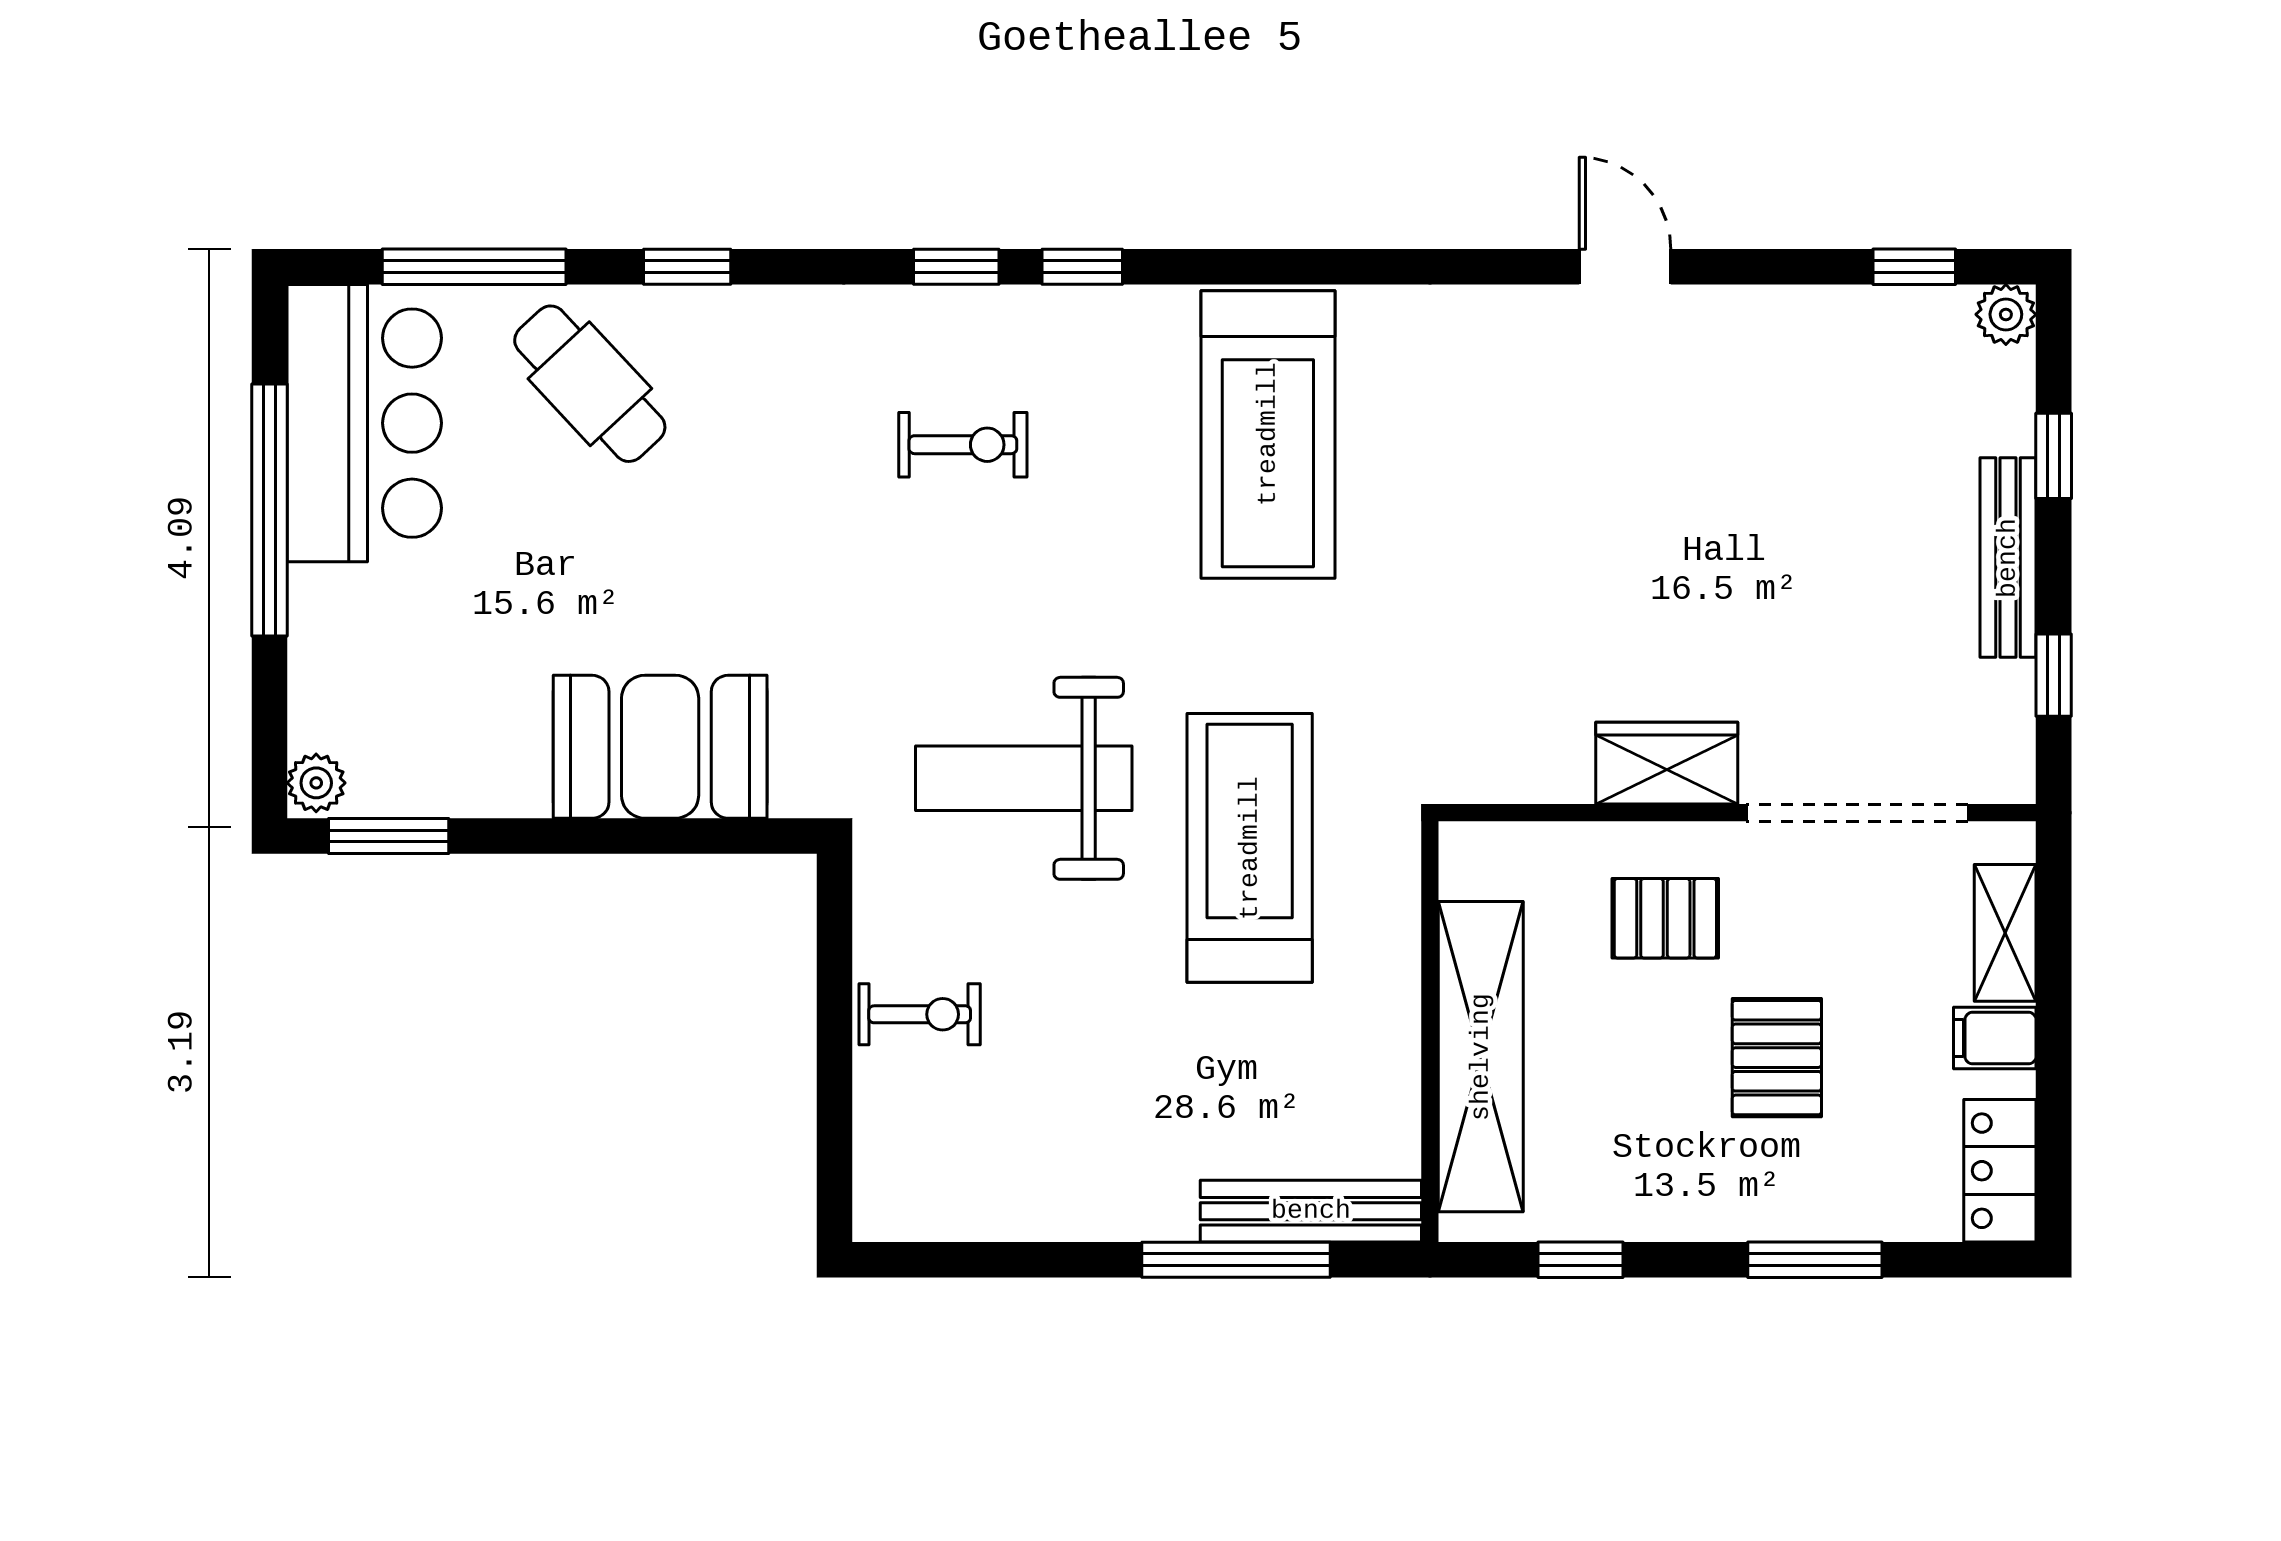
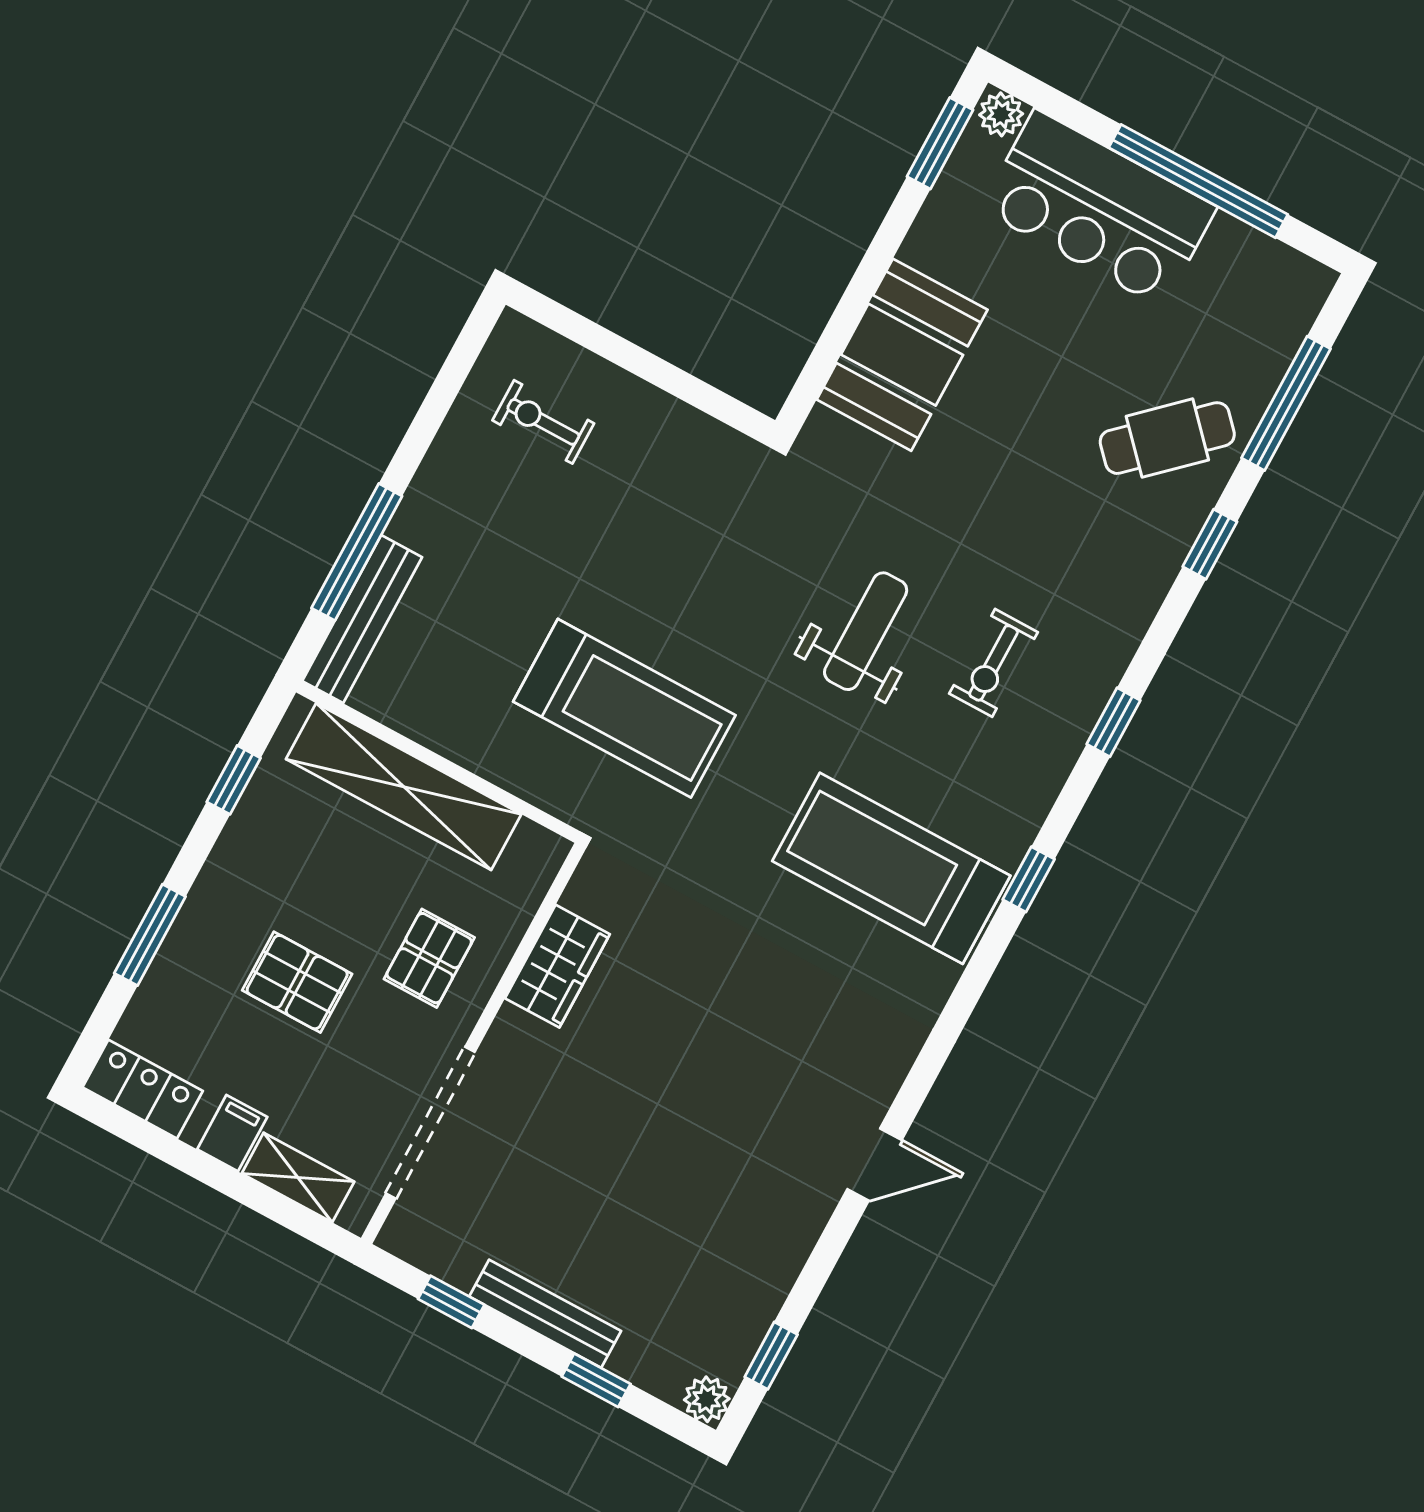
window: (1082, 267) -> (1029, 879), moved
bar counter: (364, 423) -> (1099, 208), moved
wardrobe: (1667, 763) -> (557, 966), moved
weight bench: (1024, 778) -> (866, 631), moved, width x0.73, depth x0.75
exercise bike: (920, 1014) -> (543, 422), moved, turned 90

